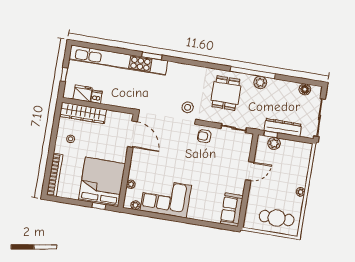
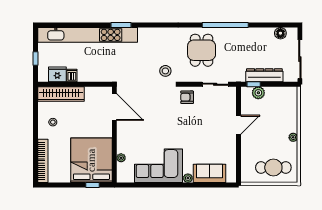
plant: (260, 82) -> (234, 34), removed
plant: (135, 205) -> (188, 178), moved
sofa: (232, 210) -> (210, 173), moved, turned 90

